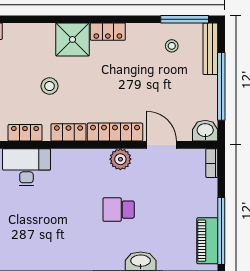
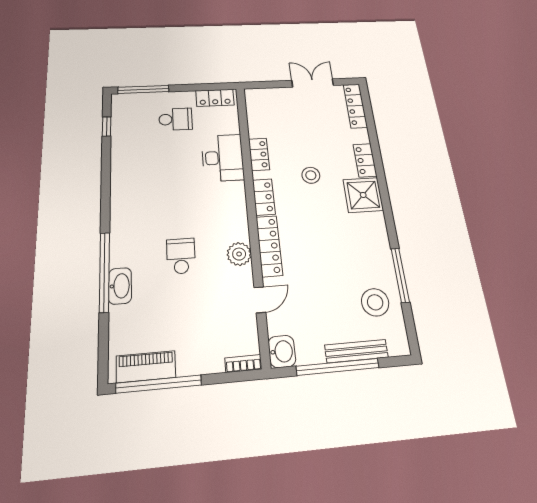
window: (185, 19) -> (400, 275), moved
locker: (108, 32) -> (365, 160), moved
stool: (172, 46) -> (375, 302), width x1.89, depth x1.89
bench: (210, 49) -> (356, 351), moved
door: (162, 145) -> (260, 300), width x0.73

